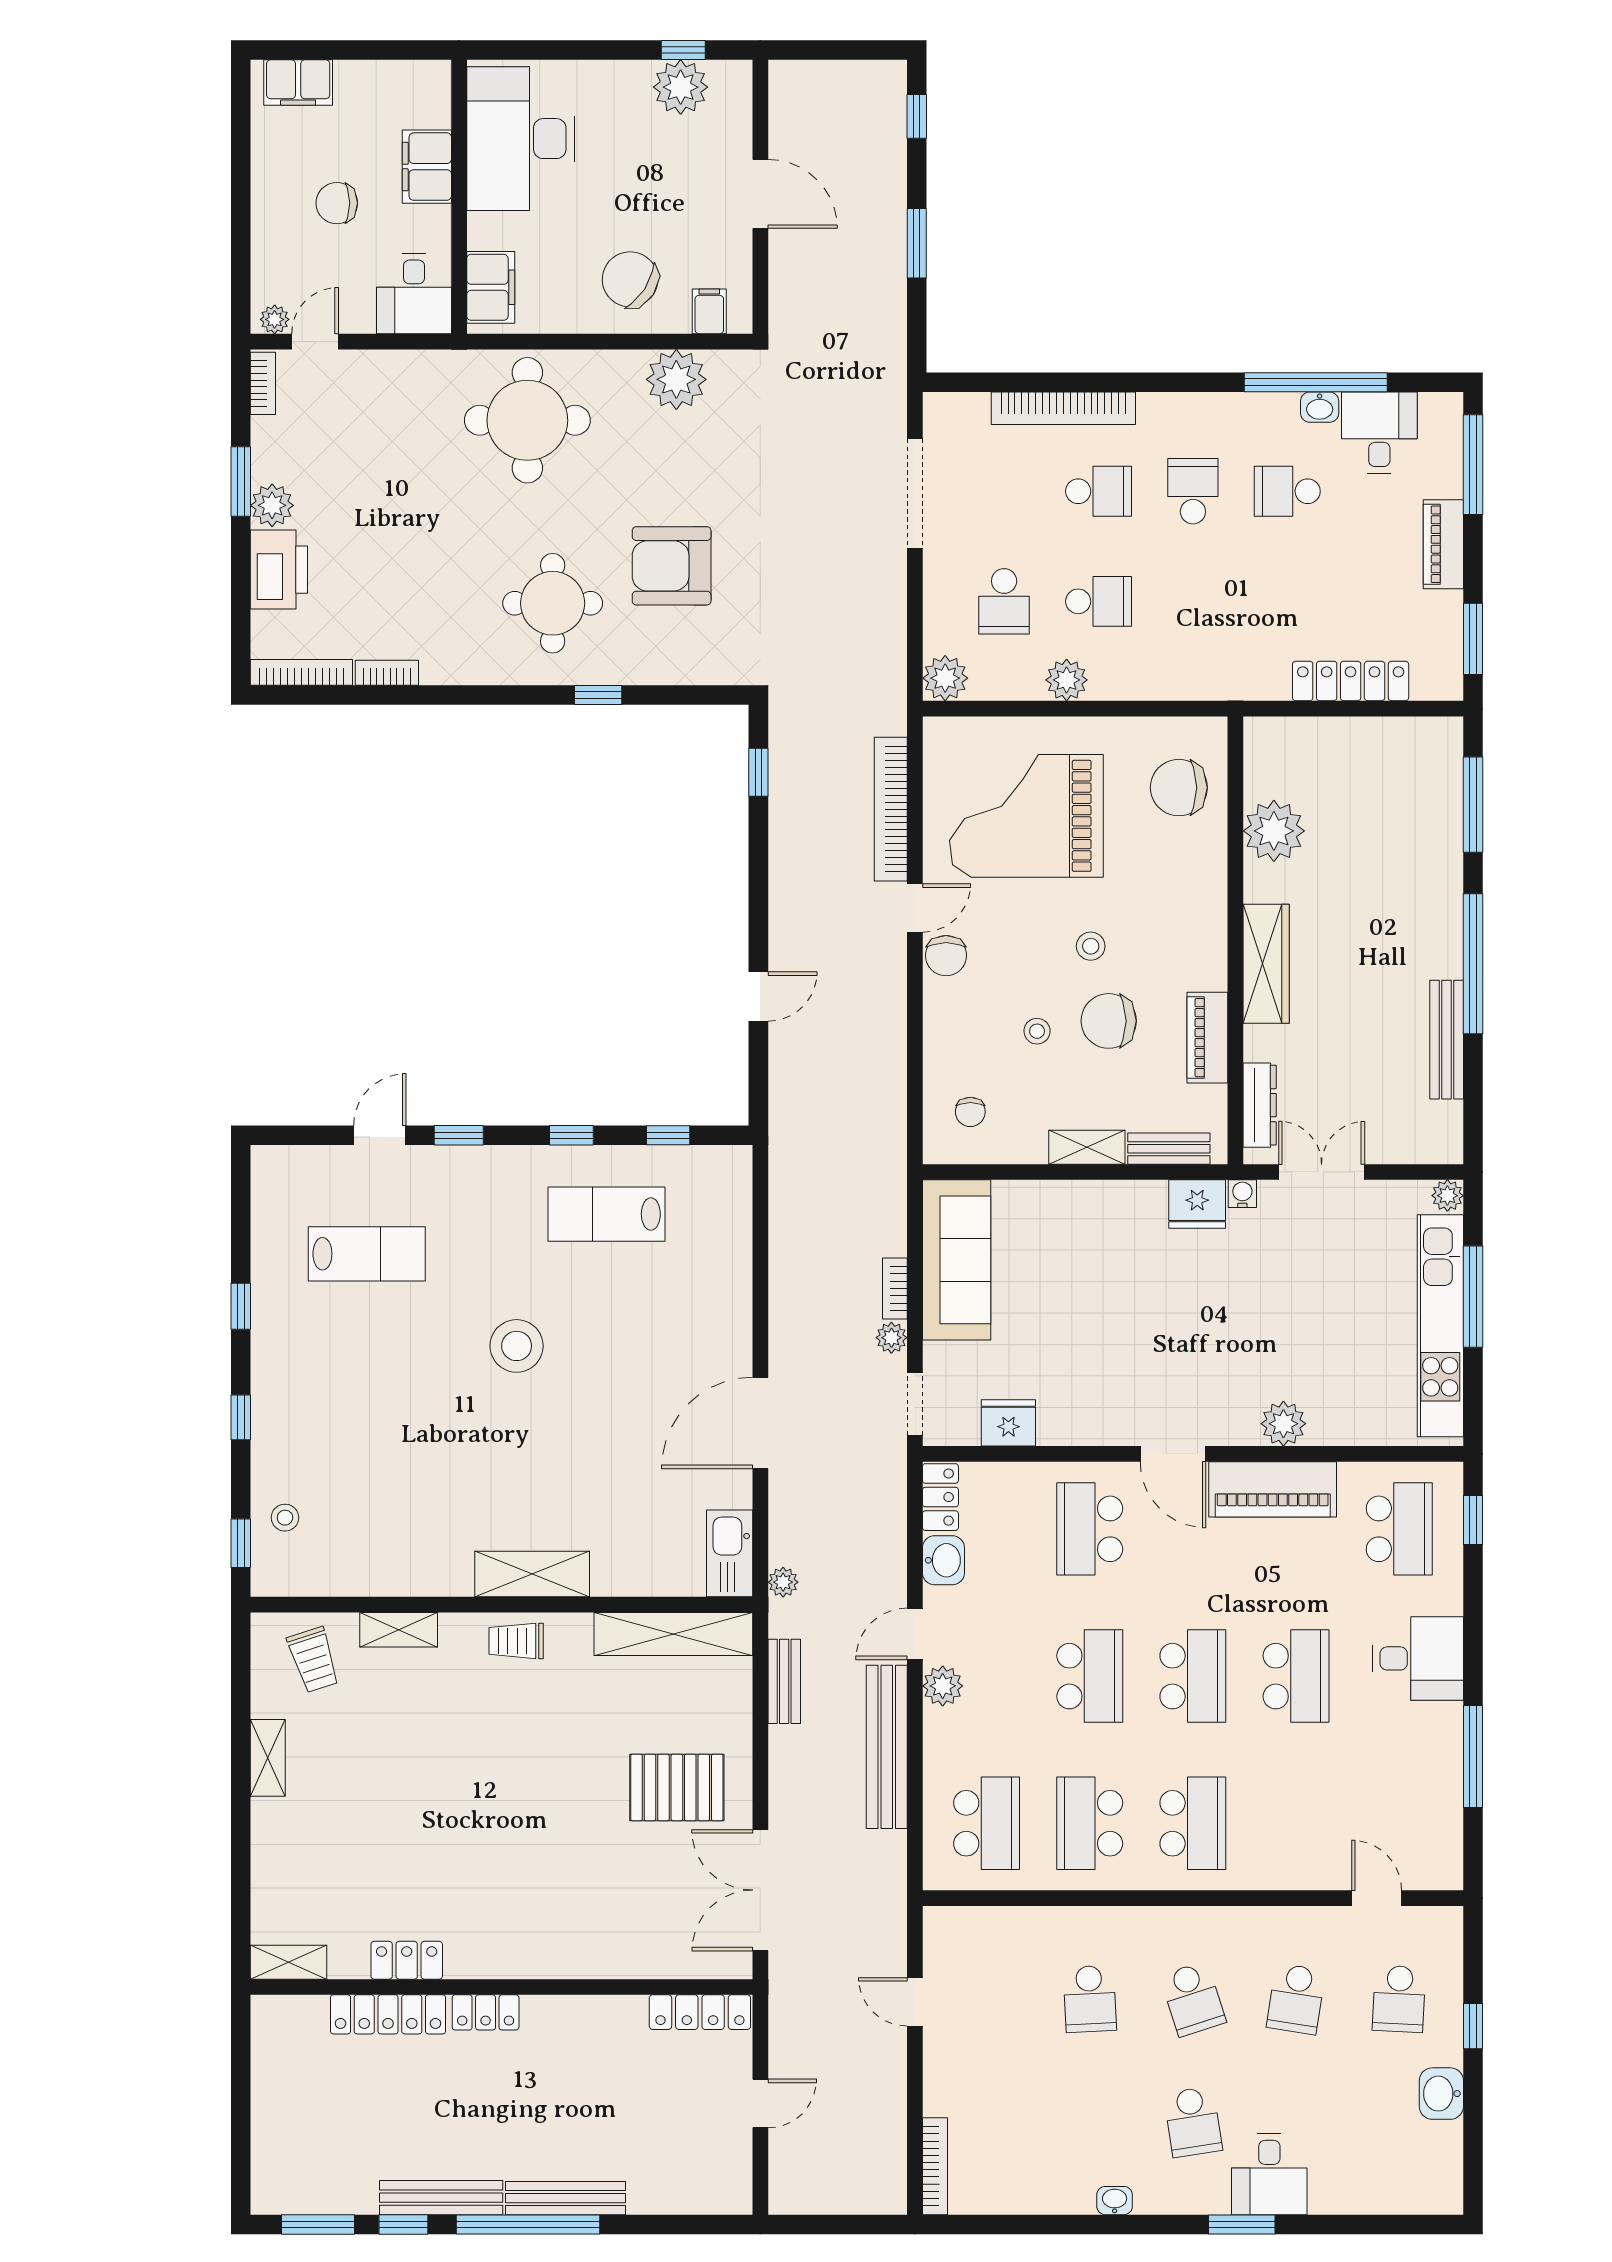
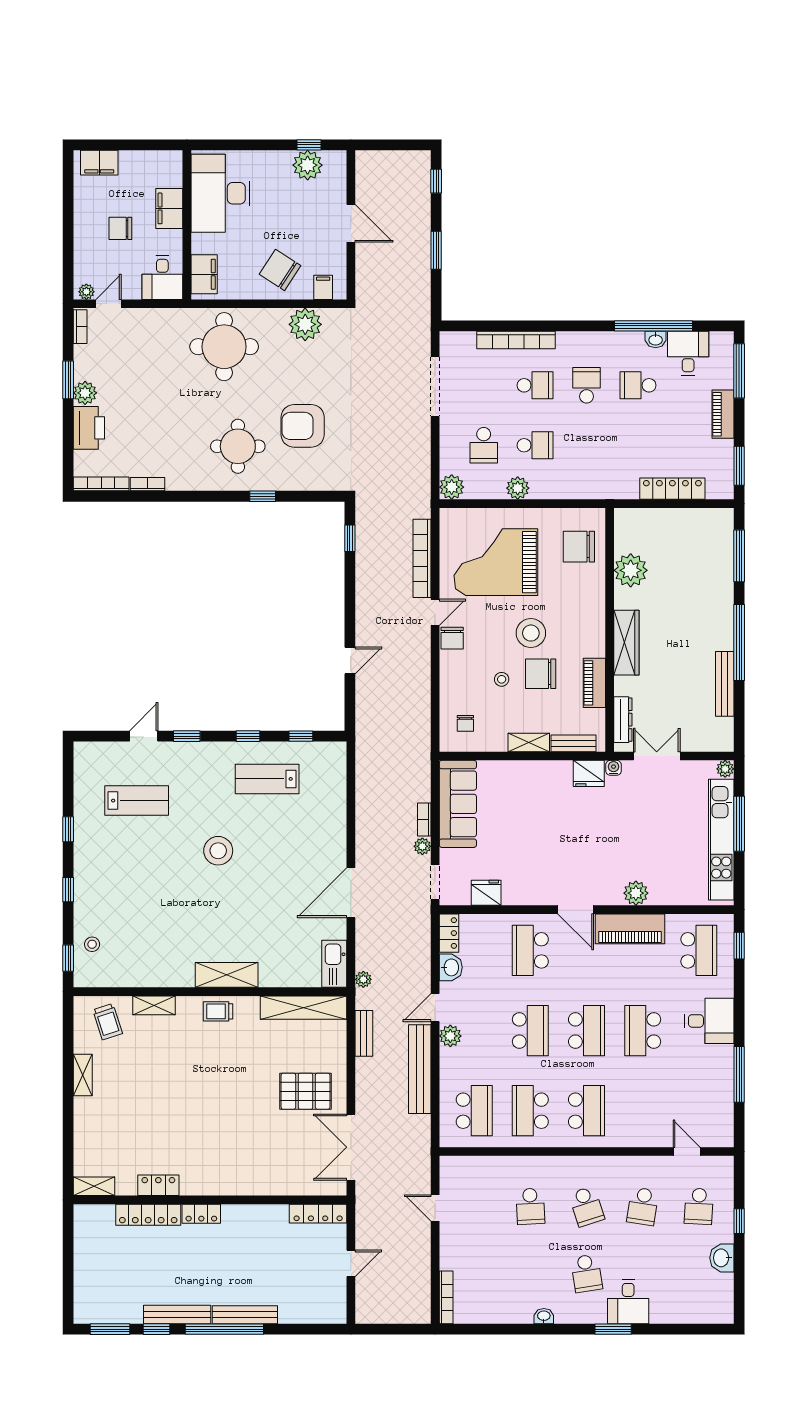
stool: (1091, 946) -> (531, 633), width x1.89, depth x1.89
school desk: (1296, 1676) -> (643, 1031), turned 180

